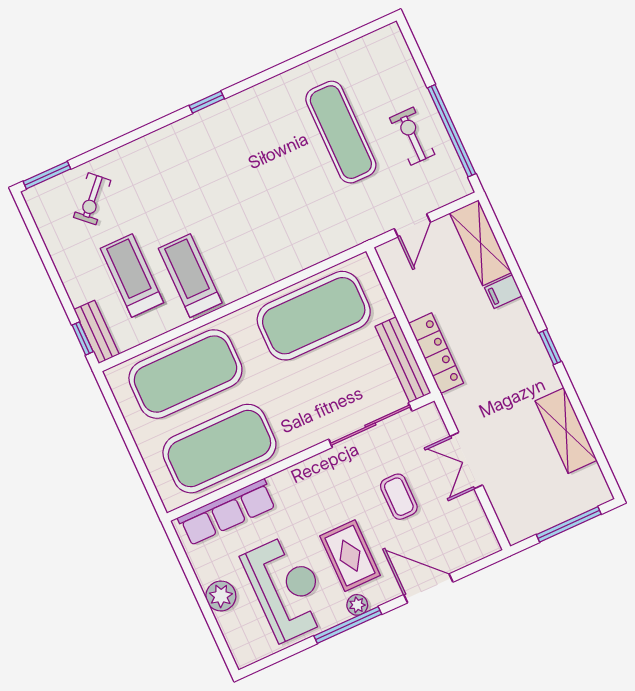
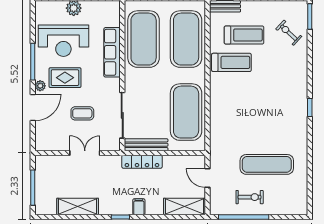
filing cabinet: (503, 292) -> (139, 207), moved
row of seats: (227, 512) -> (112, 52), moved
plant: (357, 605) -> (40, 86), moved

